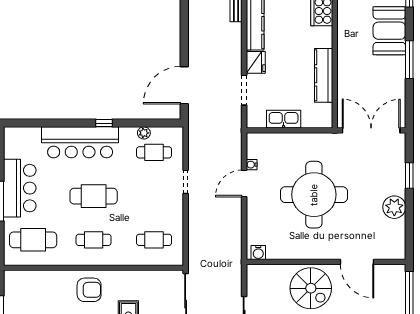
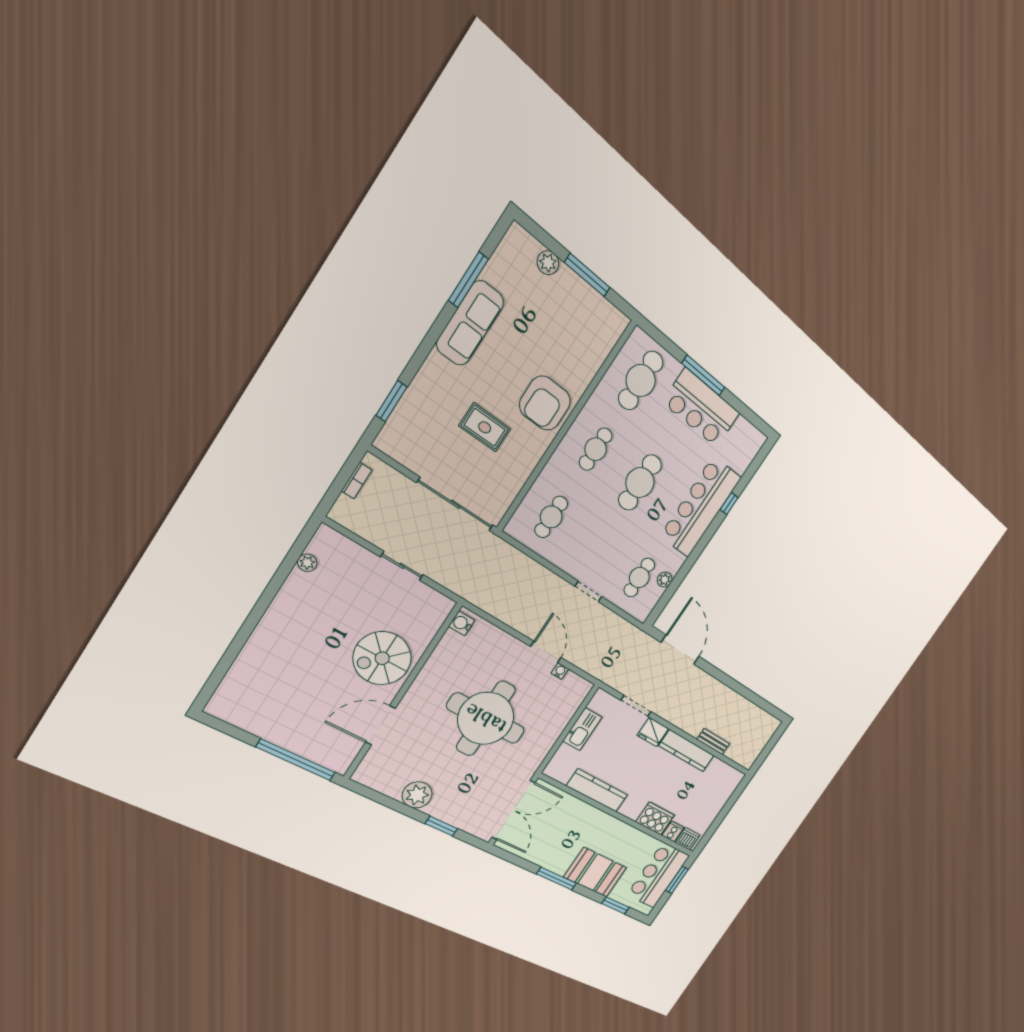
window: (104, 123) -> (729, 504), moved
armchair: (89, 290) -> (545, 403), width x1.36, depth x1.36

